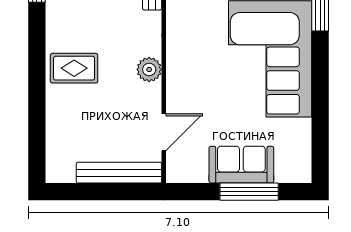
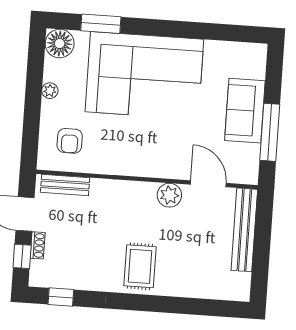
plant: (149, 69) -> (169, 195), moved
window: (249, 192) -> (270, 132), moved

